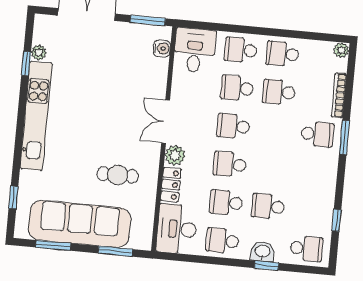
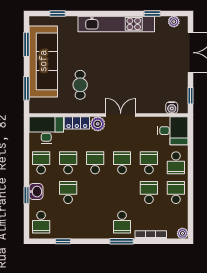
window: (148, 20) -> (190, 96), width x0.67
school desk: (241, 50) -> (176, 163), turned 180
plant: (39, 52) -> (174, 22), moved

